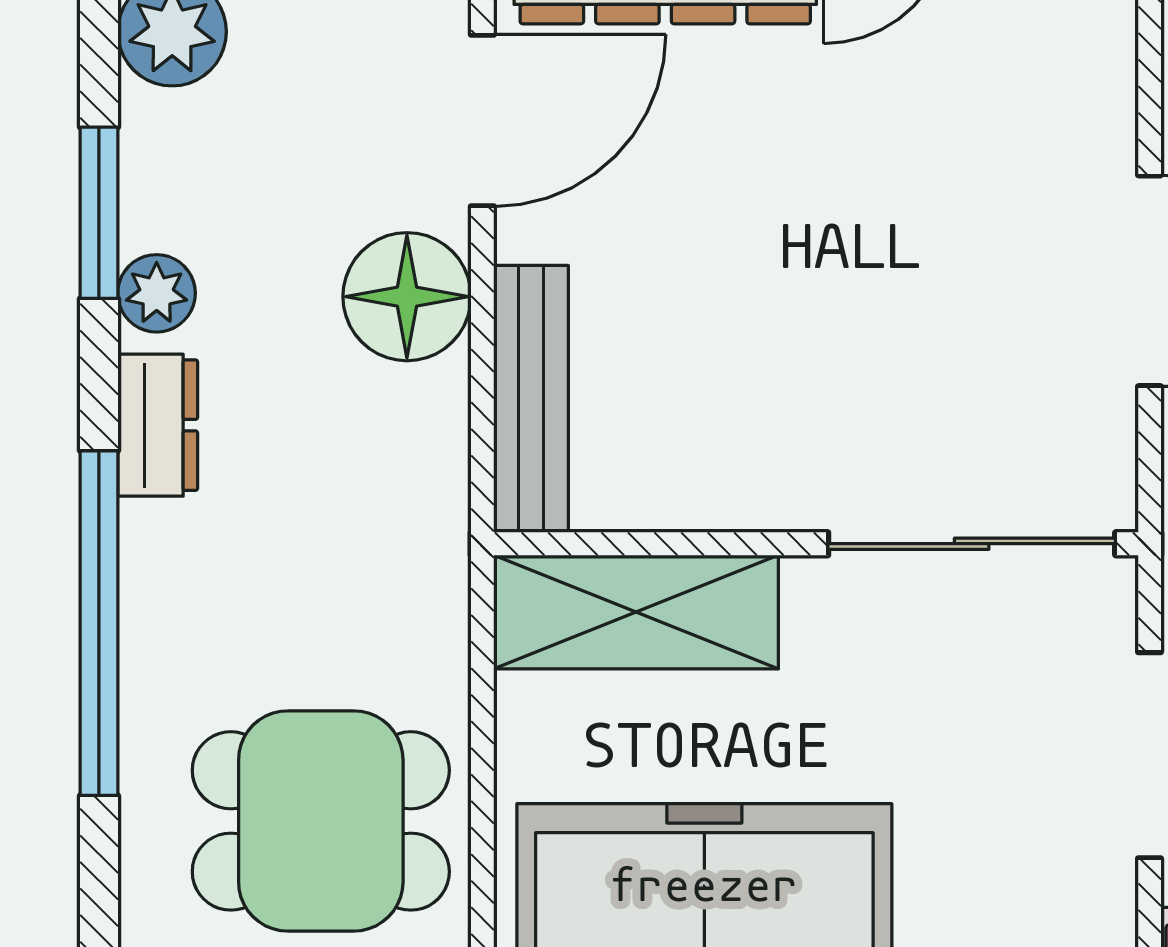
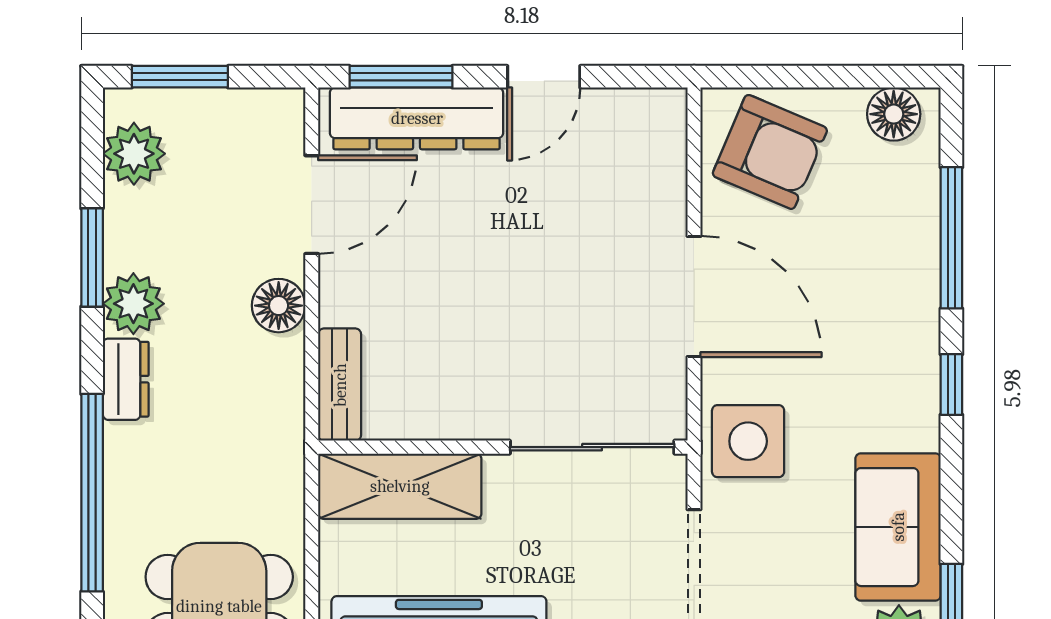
plant: (157, 293) -> (133, 304), width x1.38, depth x1.38
floor lamp: (407, 297) -> (279, 306), width x0.73, depth x0.73
bench: (531, 399) -> (340, 385), width x0.73

